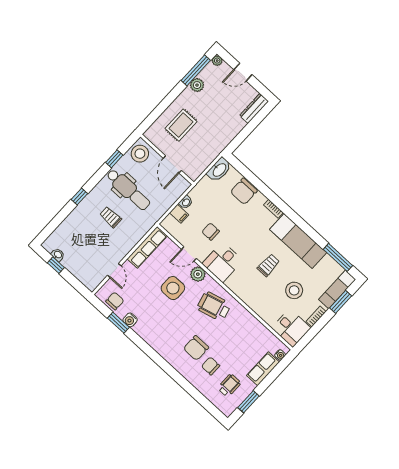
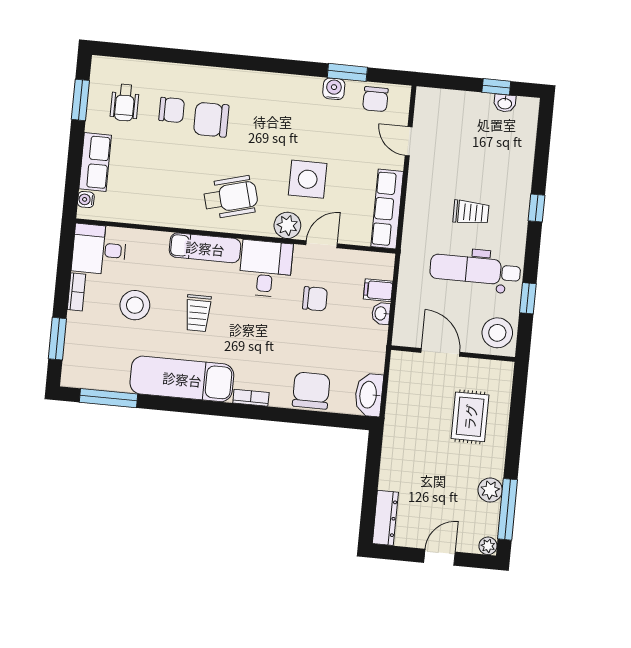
exam couch: (337, 289) -> (205, 248), moved, turned 90
chair: (196, 348) -> (211, 120), turned -90

